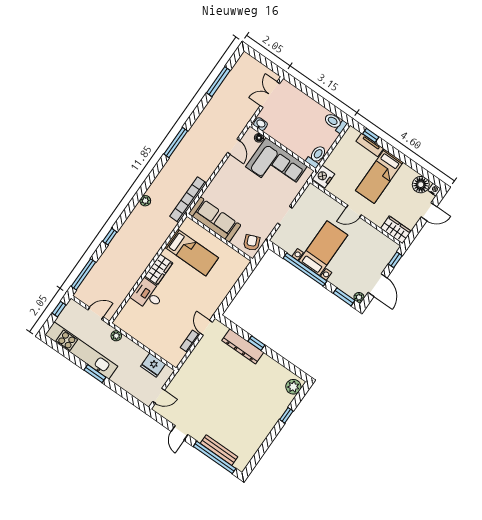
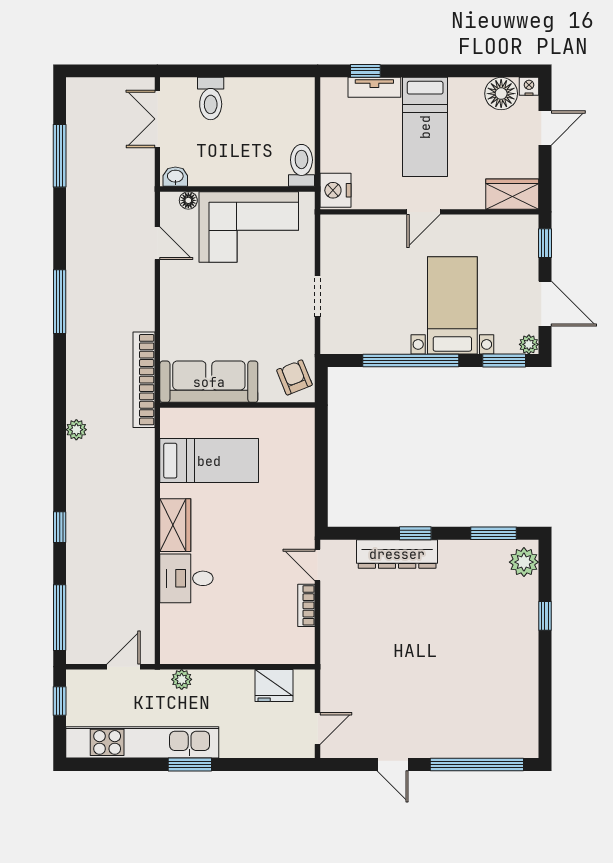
toilet: (335, 123) -> (211, 99), moved, turned -90
bed with nightstands: (323, 248) -> (452, 305), moved
window: (289, 366) -> (493, 533), added
bench: (219, 450) -> (476, 748), removed

